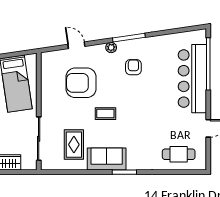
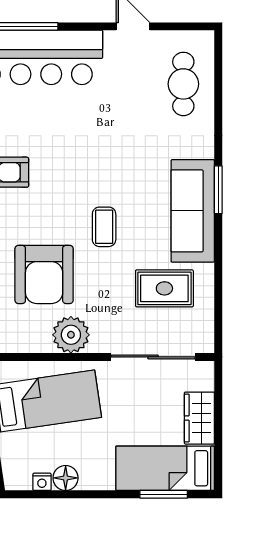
plant: (50, 97) -> (71, 335), added
sofa: (107, 159) -> (193, 211), width x1.36

